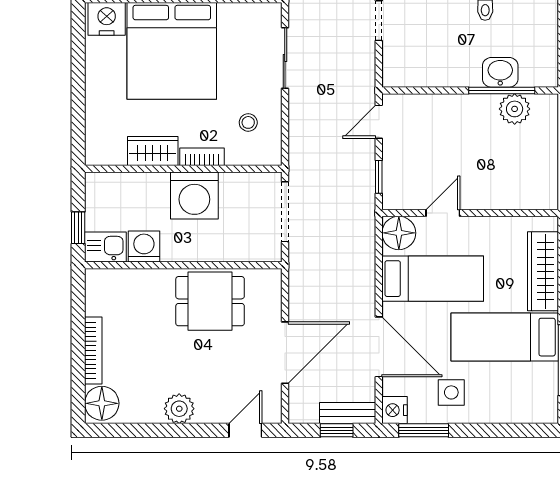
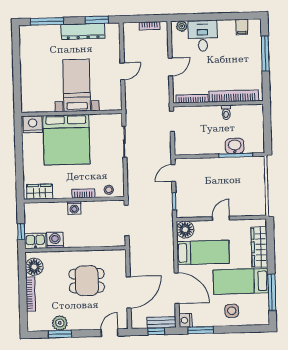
plant: (515, 109) -> (243, 165), removed
stool: (248, 122) -> (109, 190), moved
wardrobe: (153, 151) -> (40, 192), moved
washing machine: (194, 196) -> (74, 208), width x0.53, depth x0.53
door: (443, 213) -> (221, 218), moved
dining table: (210, 301) -> (87, 281), moved
side table: (451, 392) -> (232, 311), moved
floor lamp: (102, 403) -> (34, 267), moved
plant: (179, 409) -> (60, 323), moved
window: (149, 430) -> (60, 334), added

